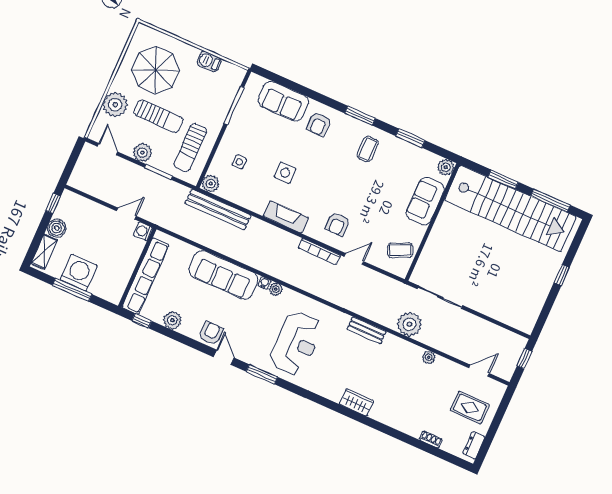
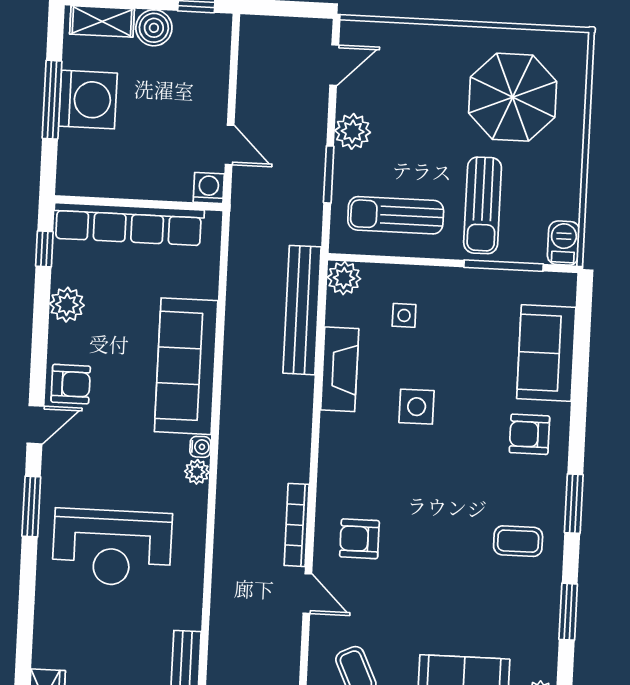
barbecue: (209, 62) -> (564, 243), moved
plant: (115, 105) -> (421, 48), removed
sun lounger: (158, 116) -> (483, 205), moved
fireplace: (286, 217) -> (340, 369), moved

